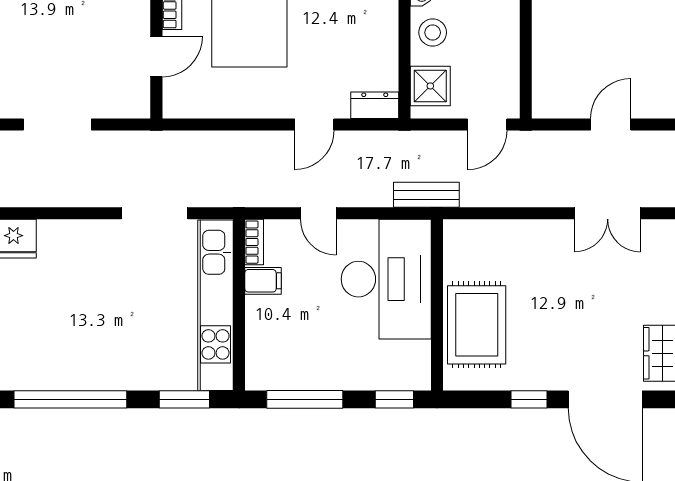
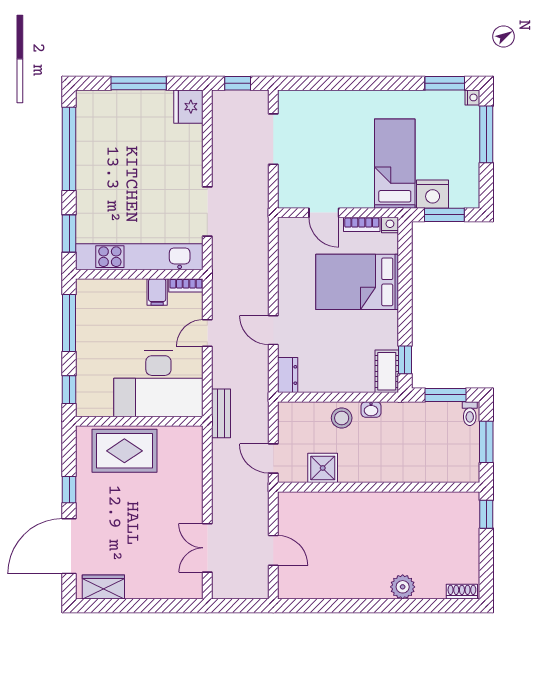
shower: (430, 86) -> (323, 468), moved

